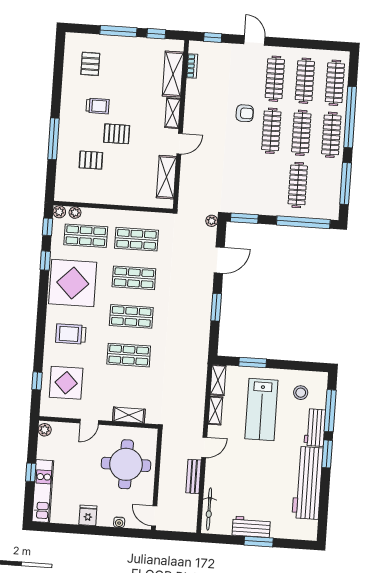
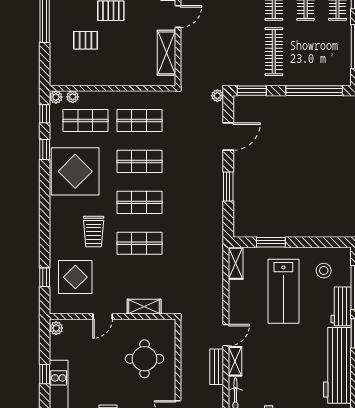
clothes rail: (298, 185) -> (274, 52), moved
trolley: (71, 334) -> (94, 231), moved, turned -90
shelving: (215, 411) -> (235, 361), moved
round table: (126, 464) -> (144, 359), width x0.73, depth x0.73

